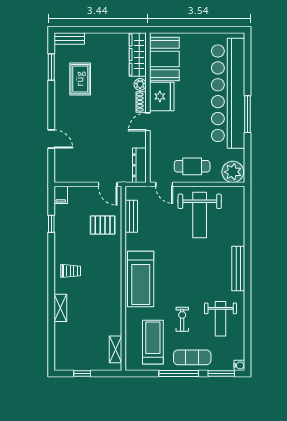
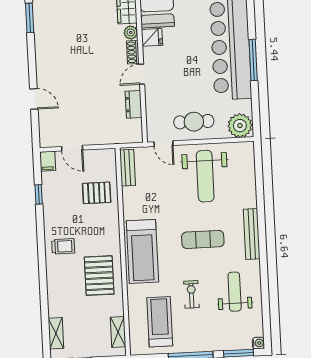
rug: (80, 79) -> (63, 30), removed
fridge: (162, 96) -> (152, 37), width x0.53, depth x0.75
dresser: (139, 165) -> (134, 104), moved, width x0.70
door: (108, 184) -> (72, 148), moved
bench: (131, 216) -> (128, 168), moved
pallet: (101, 298) -> (99, 276), added
shelving: (60, 308) -> (56, 333), moved
weight bench: (221, 319) -> (235, 292), turned 180
exercise mat: (192, 357) -> (203, 239), moved

